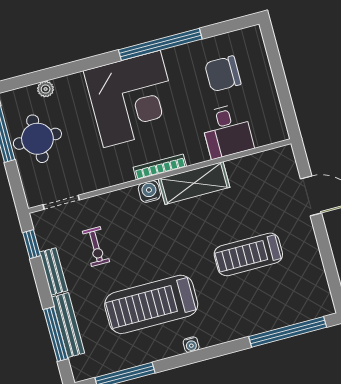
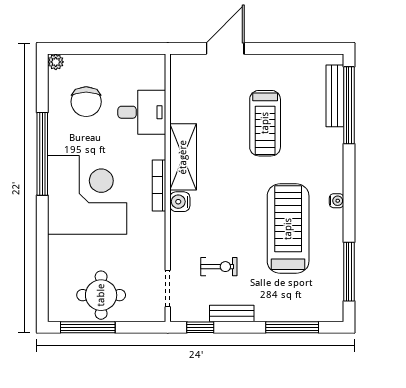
plant: (46, 89) -> (56, 62), moved
treadmill: (151, 304) -> (288, 229), turned 180
bench: (68, 325) -> (335, 96), moved, turned 90

